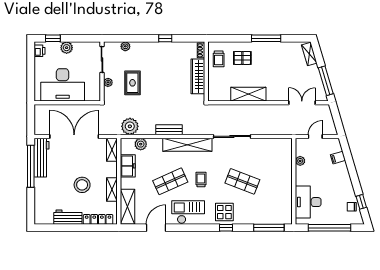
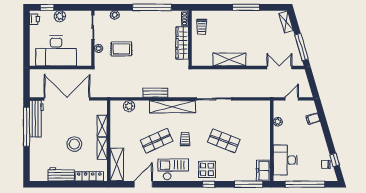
window: (165, 38) -> (152, 7), width x3.17
pallet: (242, 58) -> (224, 26), removed
rug: (132, 83) -> (121, 49), turned 90
plant: (130, 126) -> (119, 89), removed
shelving: (112, 150) -> (102, 126), moved
freezer: (128, 166) -> (263, 171), moved, turned 180

